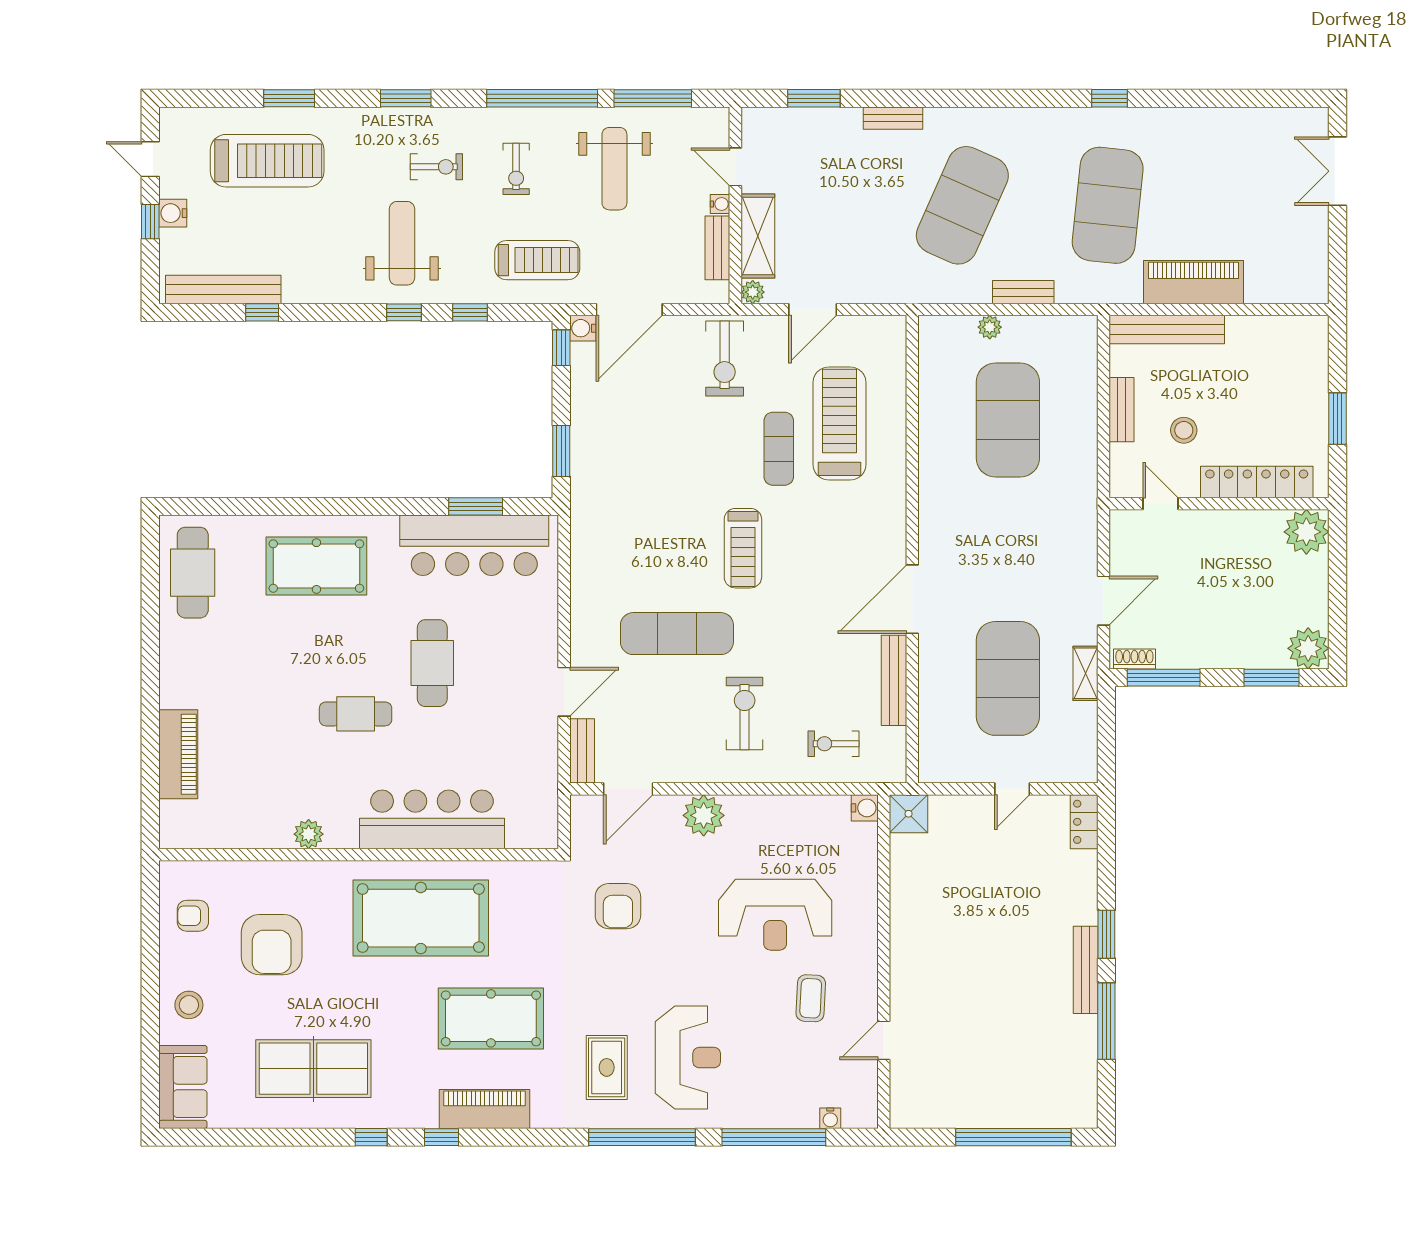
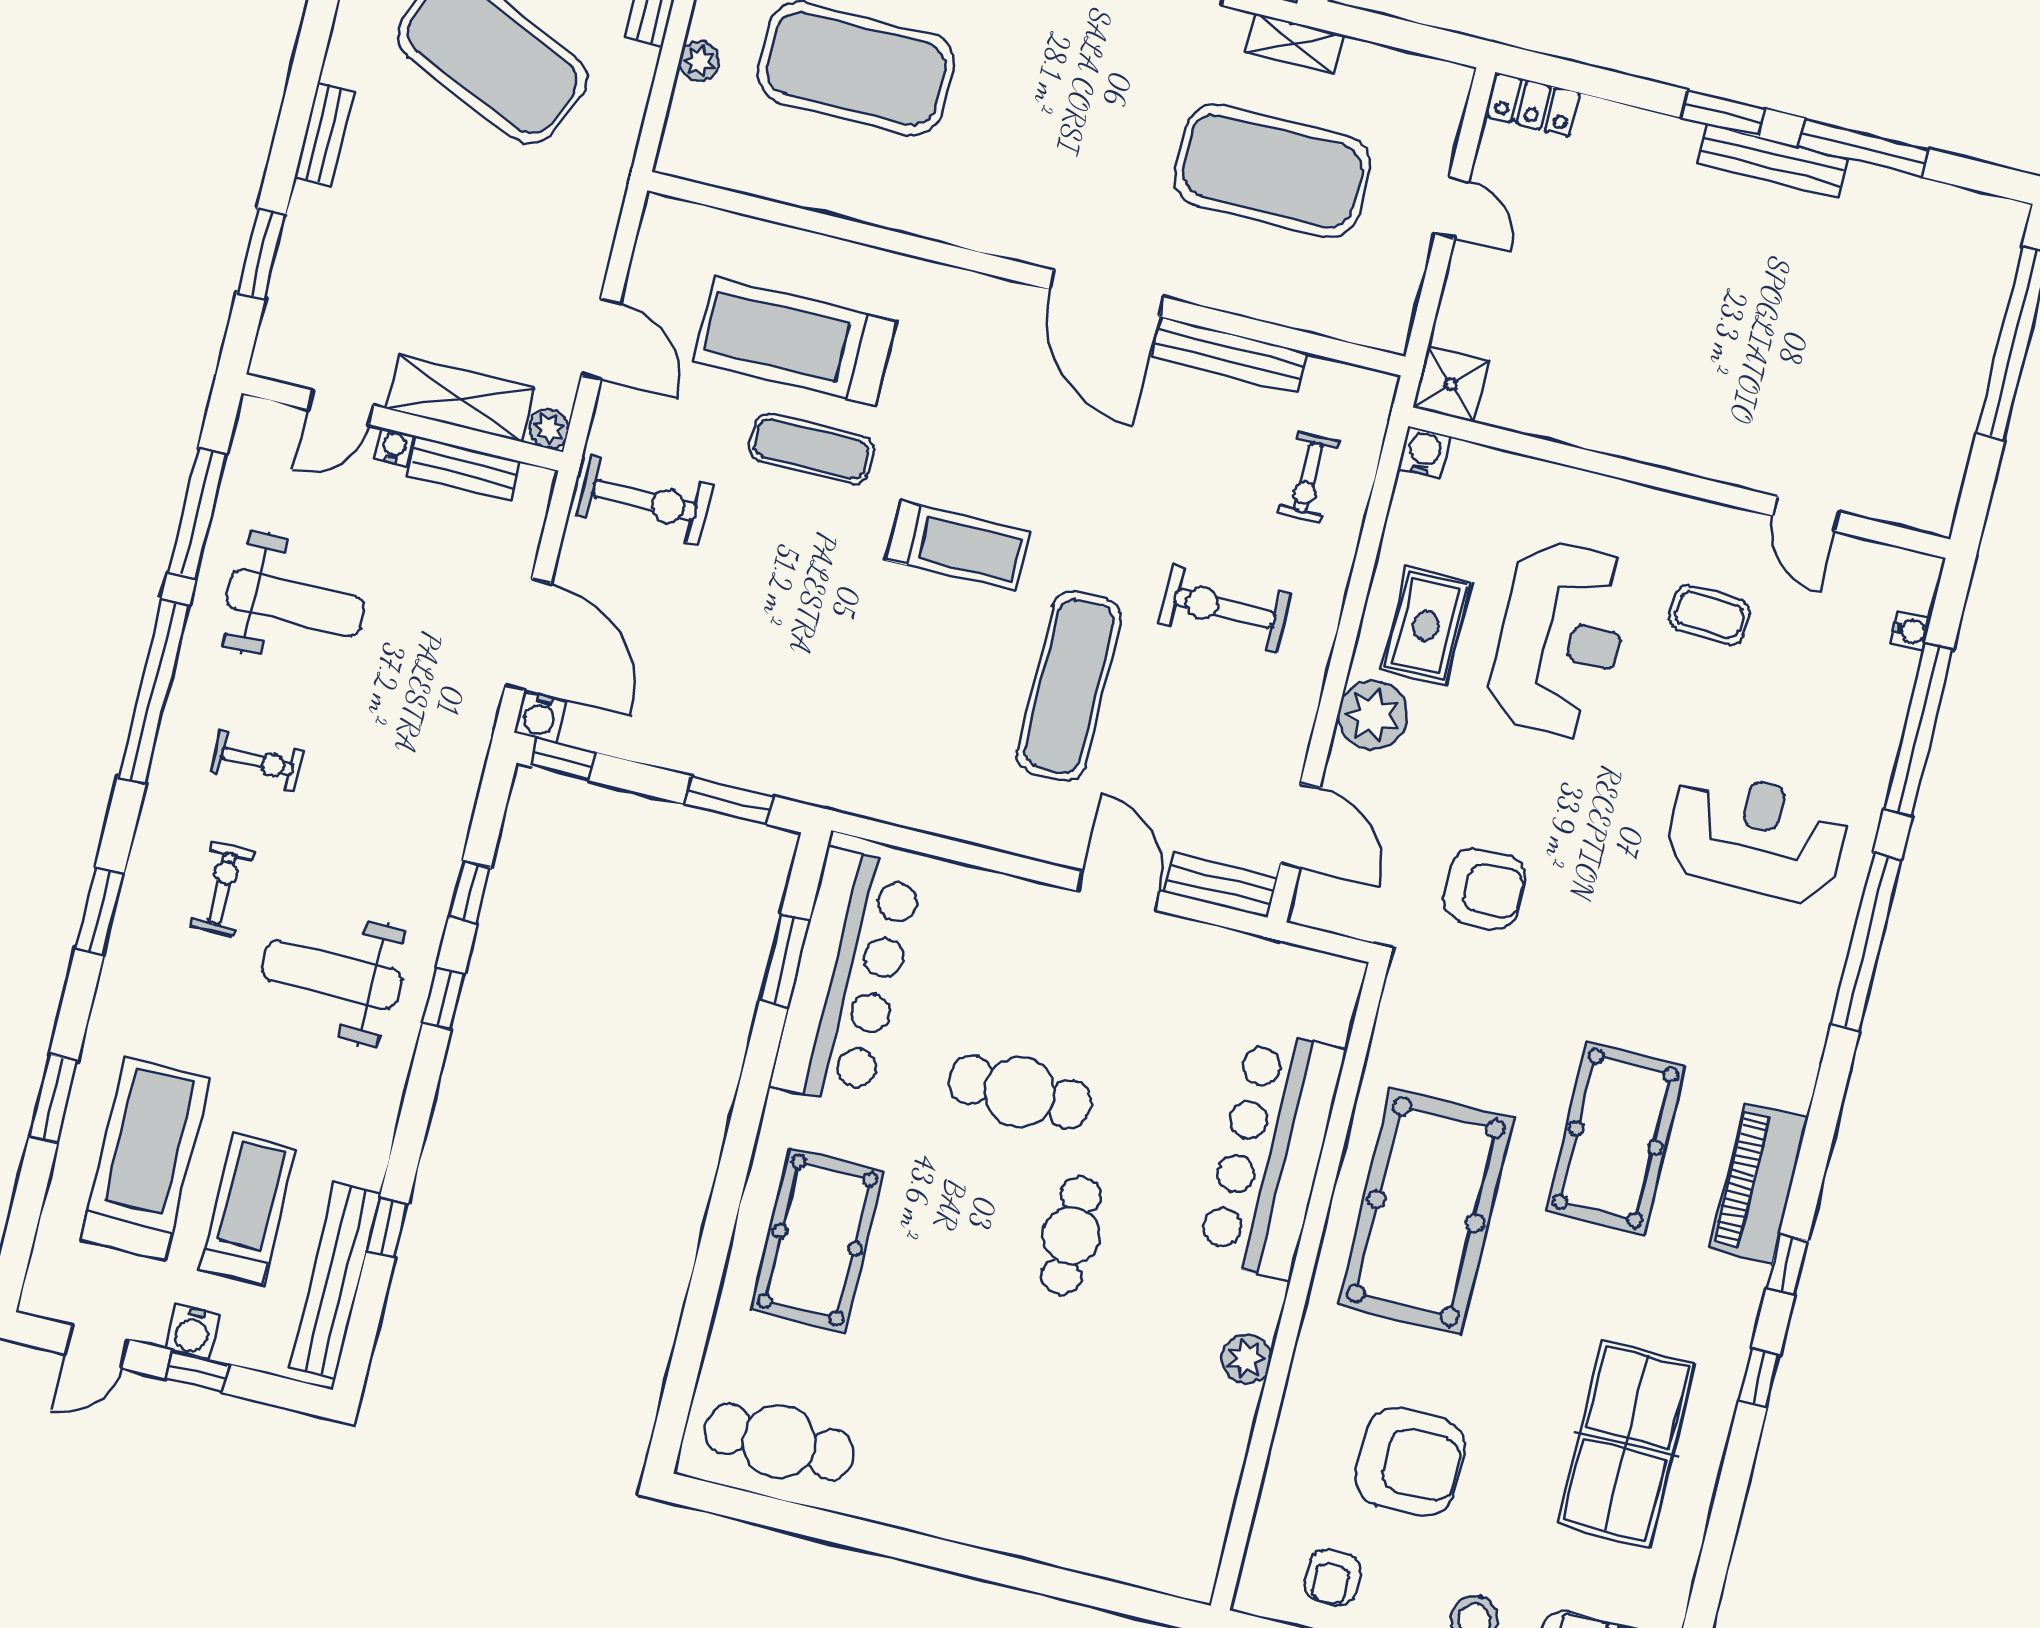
treadmill: (537, 260) -> (248, 1209), moved
piano: (178, 754) -> (1066, 1537), removed
rug: (607, 1067) -> (1426, 626), moved, turned 90

